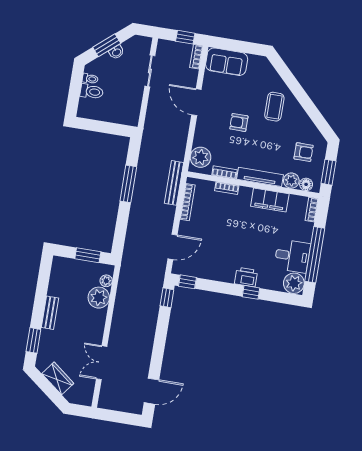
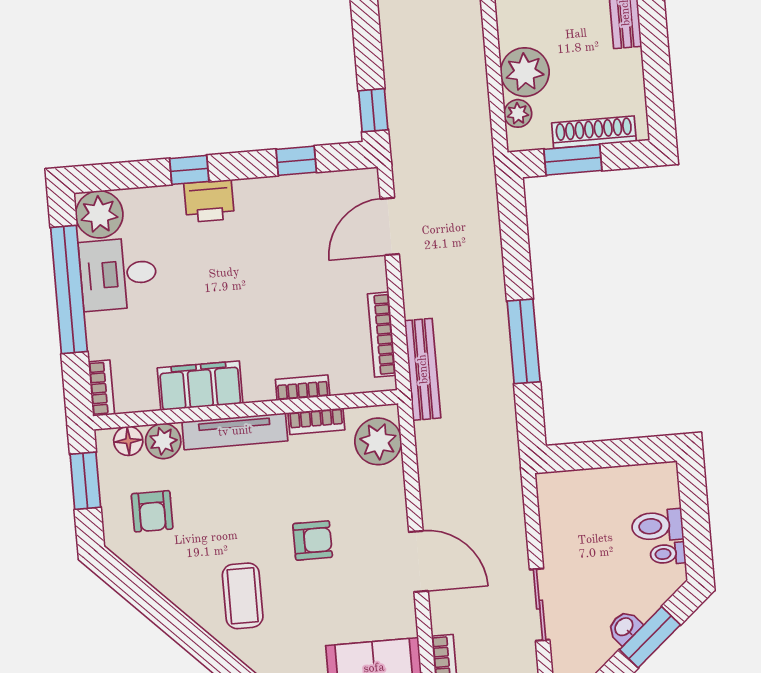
armchair: (304, 152) -> (152, 511), turned -90
shoe rack: (76, 265) -> (594, 132), added
window: (187, 282) -> (296, 161), moved

